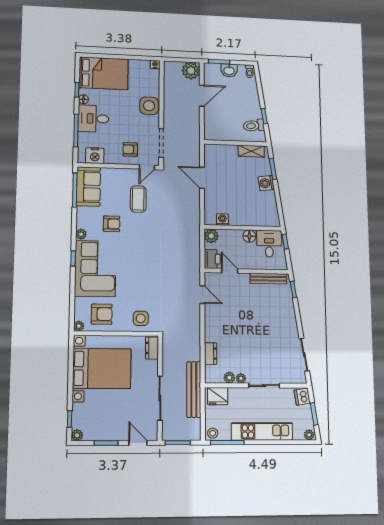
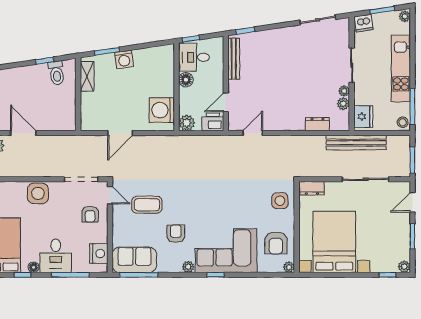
washing machine: (222, 220) -> (162, 110), width x1.89, depth x1.89
armchair: (102, 314) -> (276, 243), turned 180

